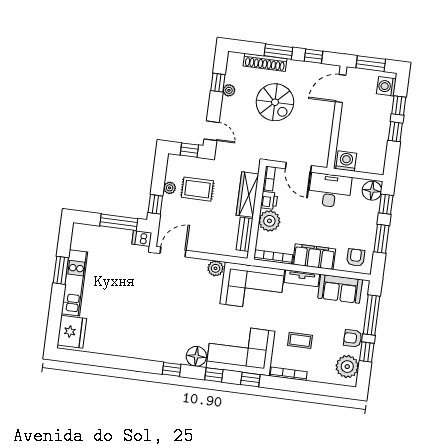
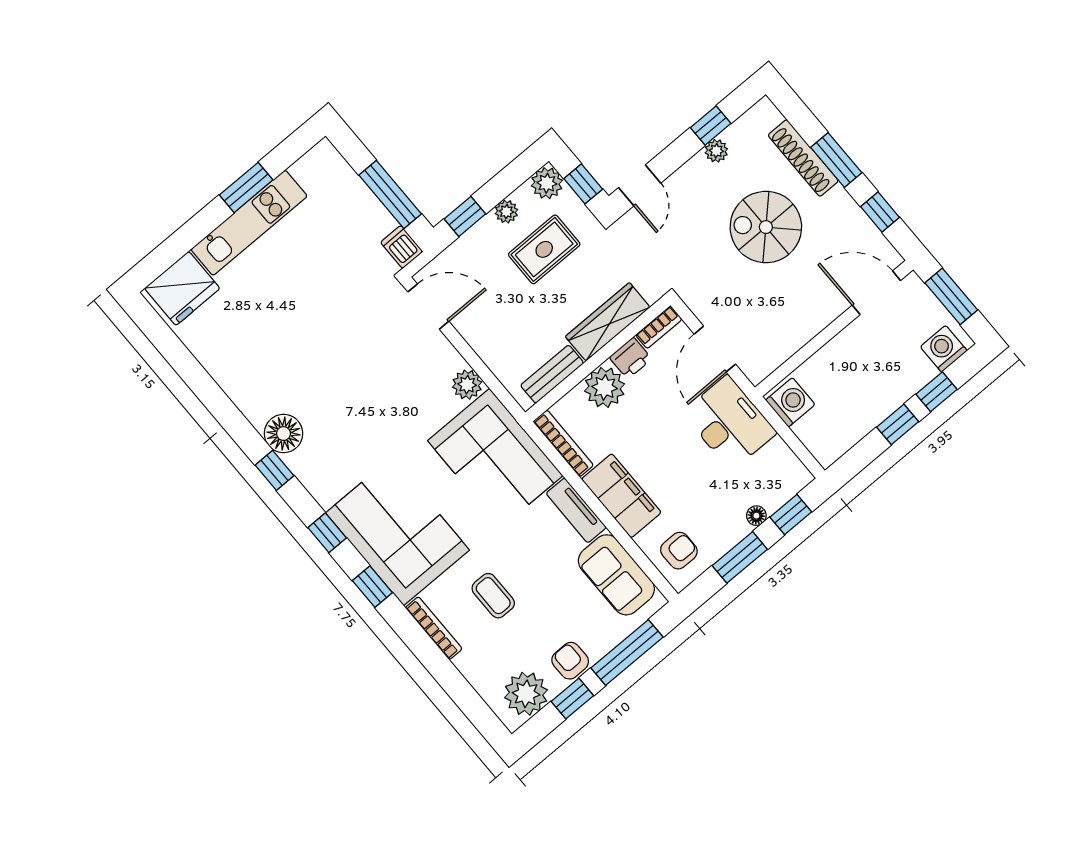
spiral stairs: (275, 102) -> (766, 227), turned 90
plant: (175, 163) -> (547, 183), added
rug: (197, 189) -> (544, 249), turned 90
floor lamp: (372, 191) -> (756, 516), moved, width x0.53, depth x0.53
floor lamp: (196, 356) -> (284, 434), moved

